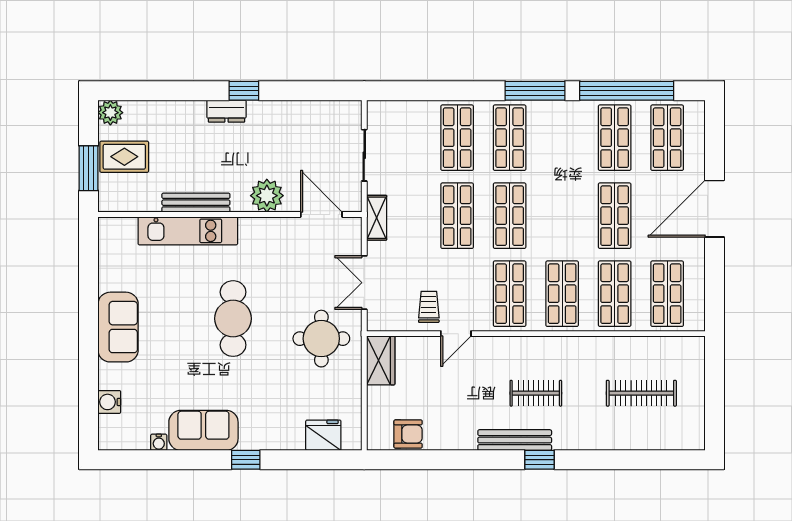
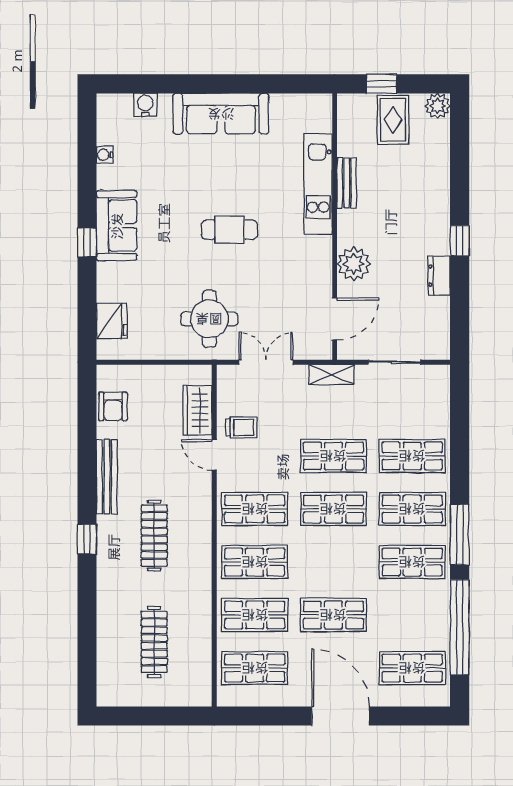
dresser: (226, 111) -> (439, 276), moved
shop shelf: (615, 138) -> (412, 562), moved
window: (89, 168) -> (381, 84), width x0.67
bench: (196, 203) -> (347, 183), width x0.73
cafe table: (233, 319) -> (230, 230), width x0.73, depth x0.74
sofa: (118, 327) -> (221, 114), width x1.36
wardrobe: (381, 360) -> (198, 410), moved, turned 90
clothes rail: (536, 393) -> (154, 536), width x1.36
sofa: (203, 430) -> (117, 226), moved
bench: (515, 440) -> (107, 477), moved

